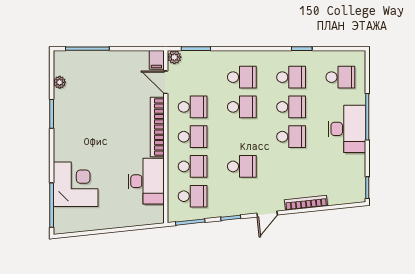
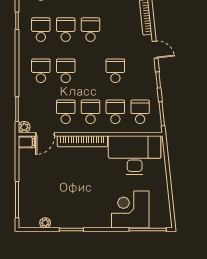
desk: (146, 181) -> (135, 155), width x1.36, depth x1.30

